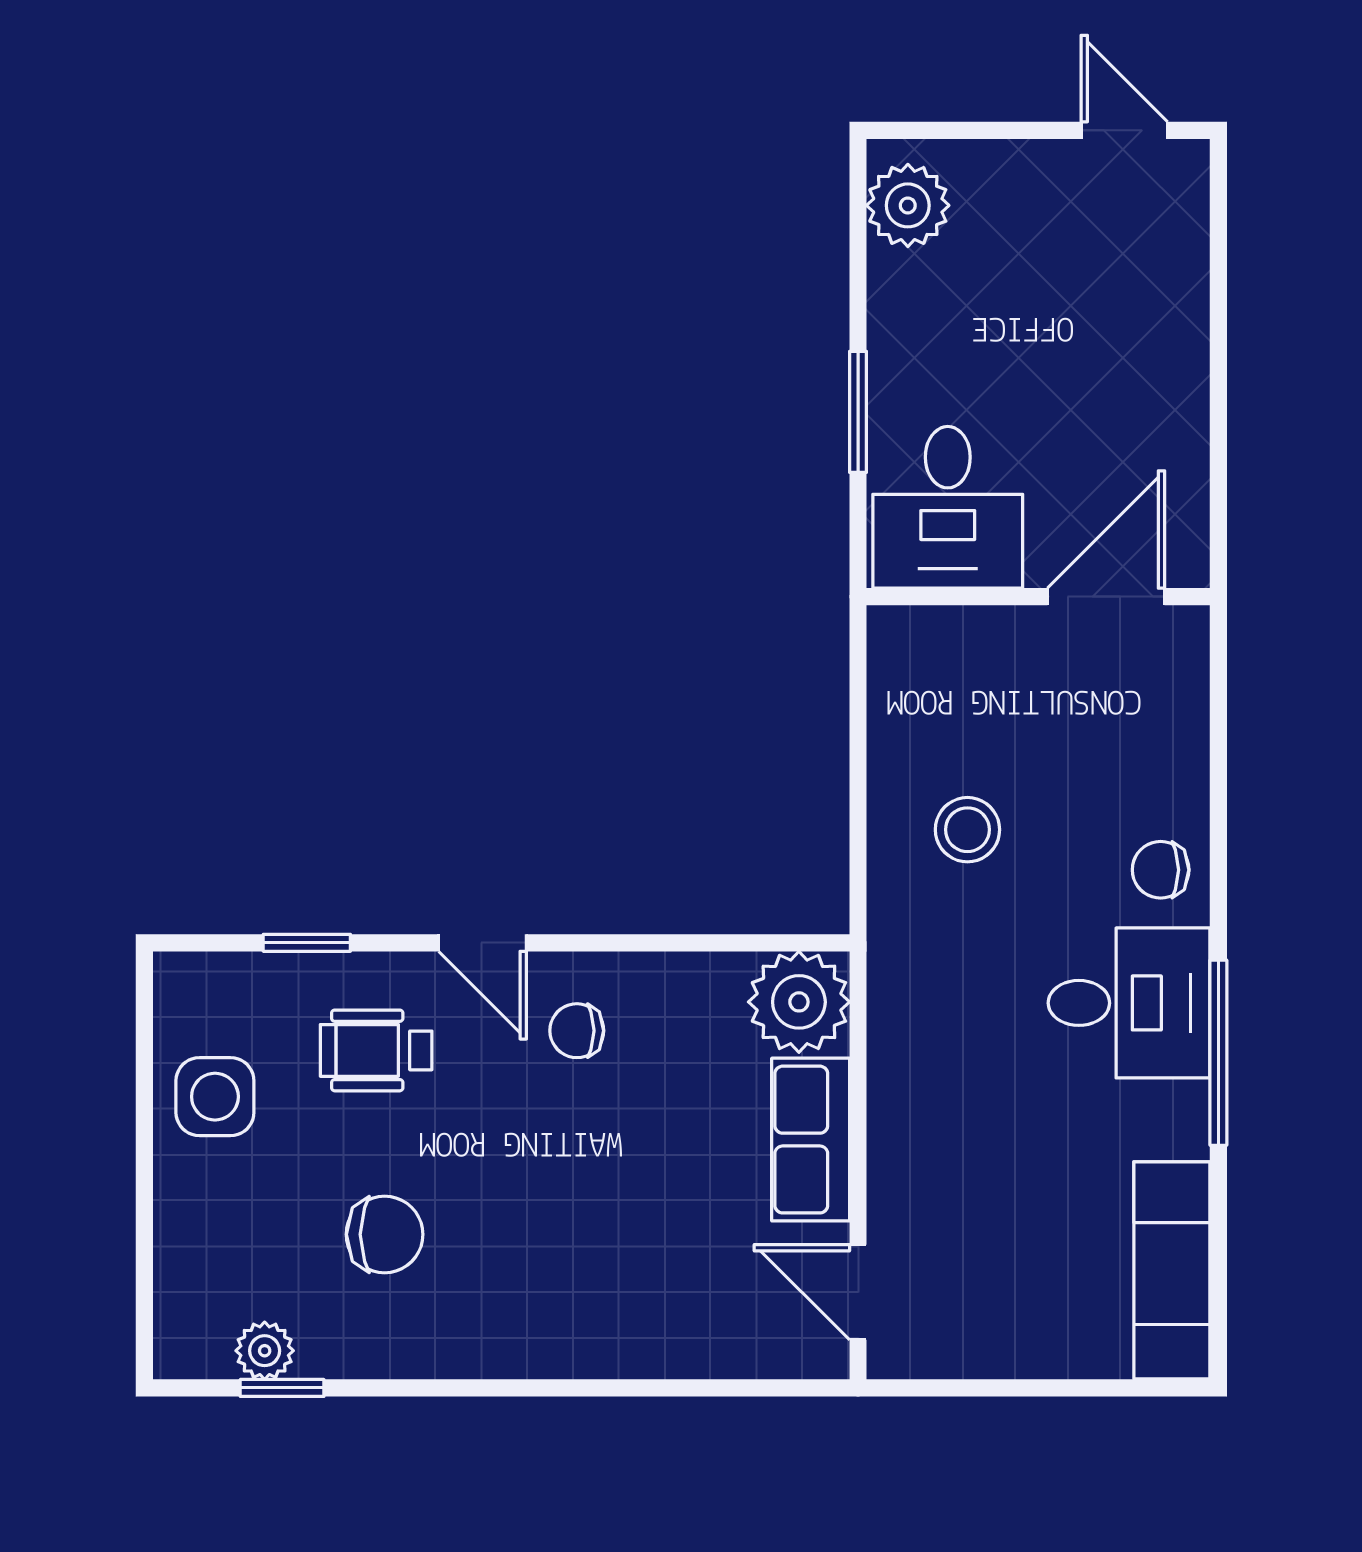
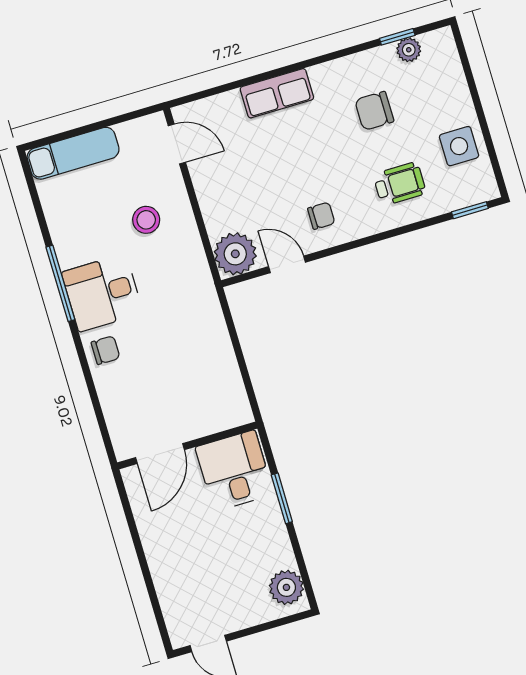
stool: (967, 830) -> (146, 220), moved
window: (307, 943) -> (470, 210), moved
door: (483, 943) -> (287, 264), moved
row of seats: (811, 1140) -> (277, 93), moved, turned 90
exam couch: (1172, 1270) -> (73, 153), moved, turned 90

